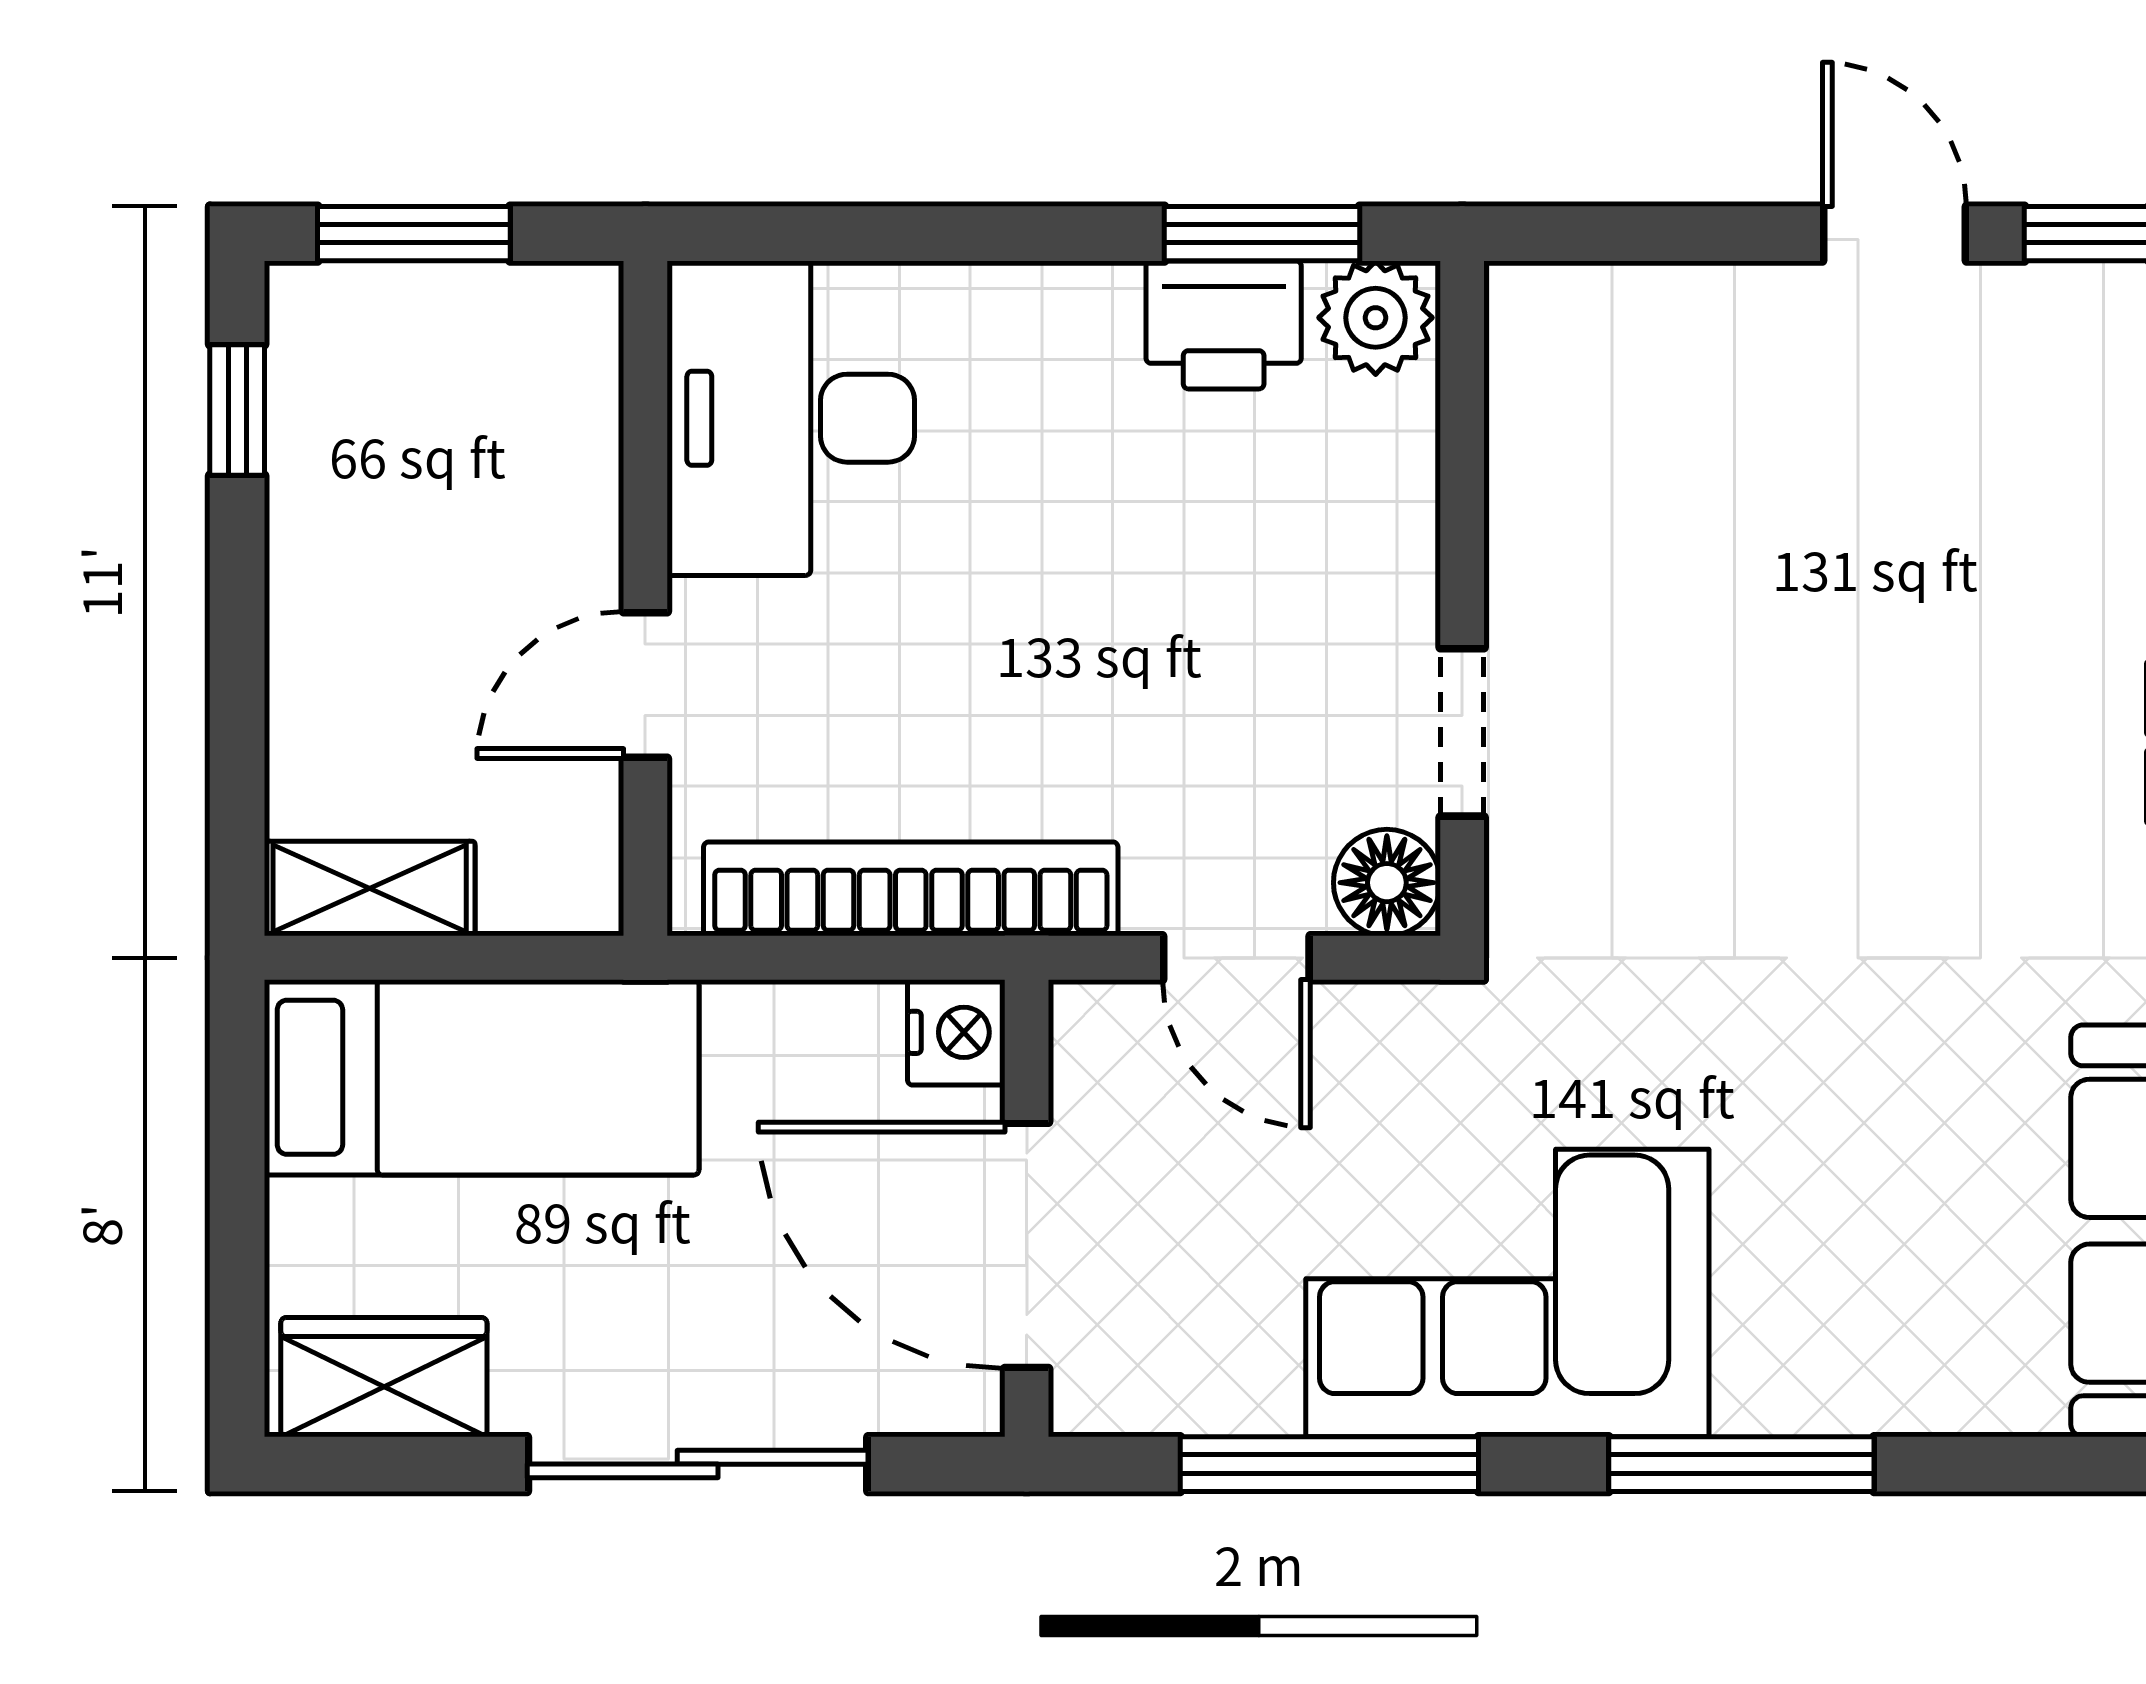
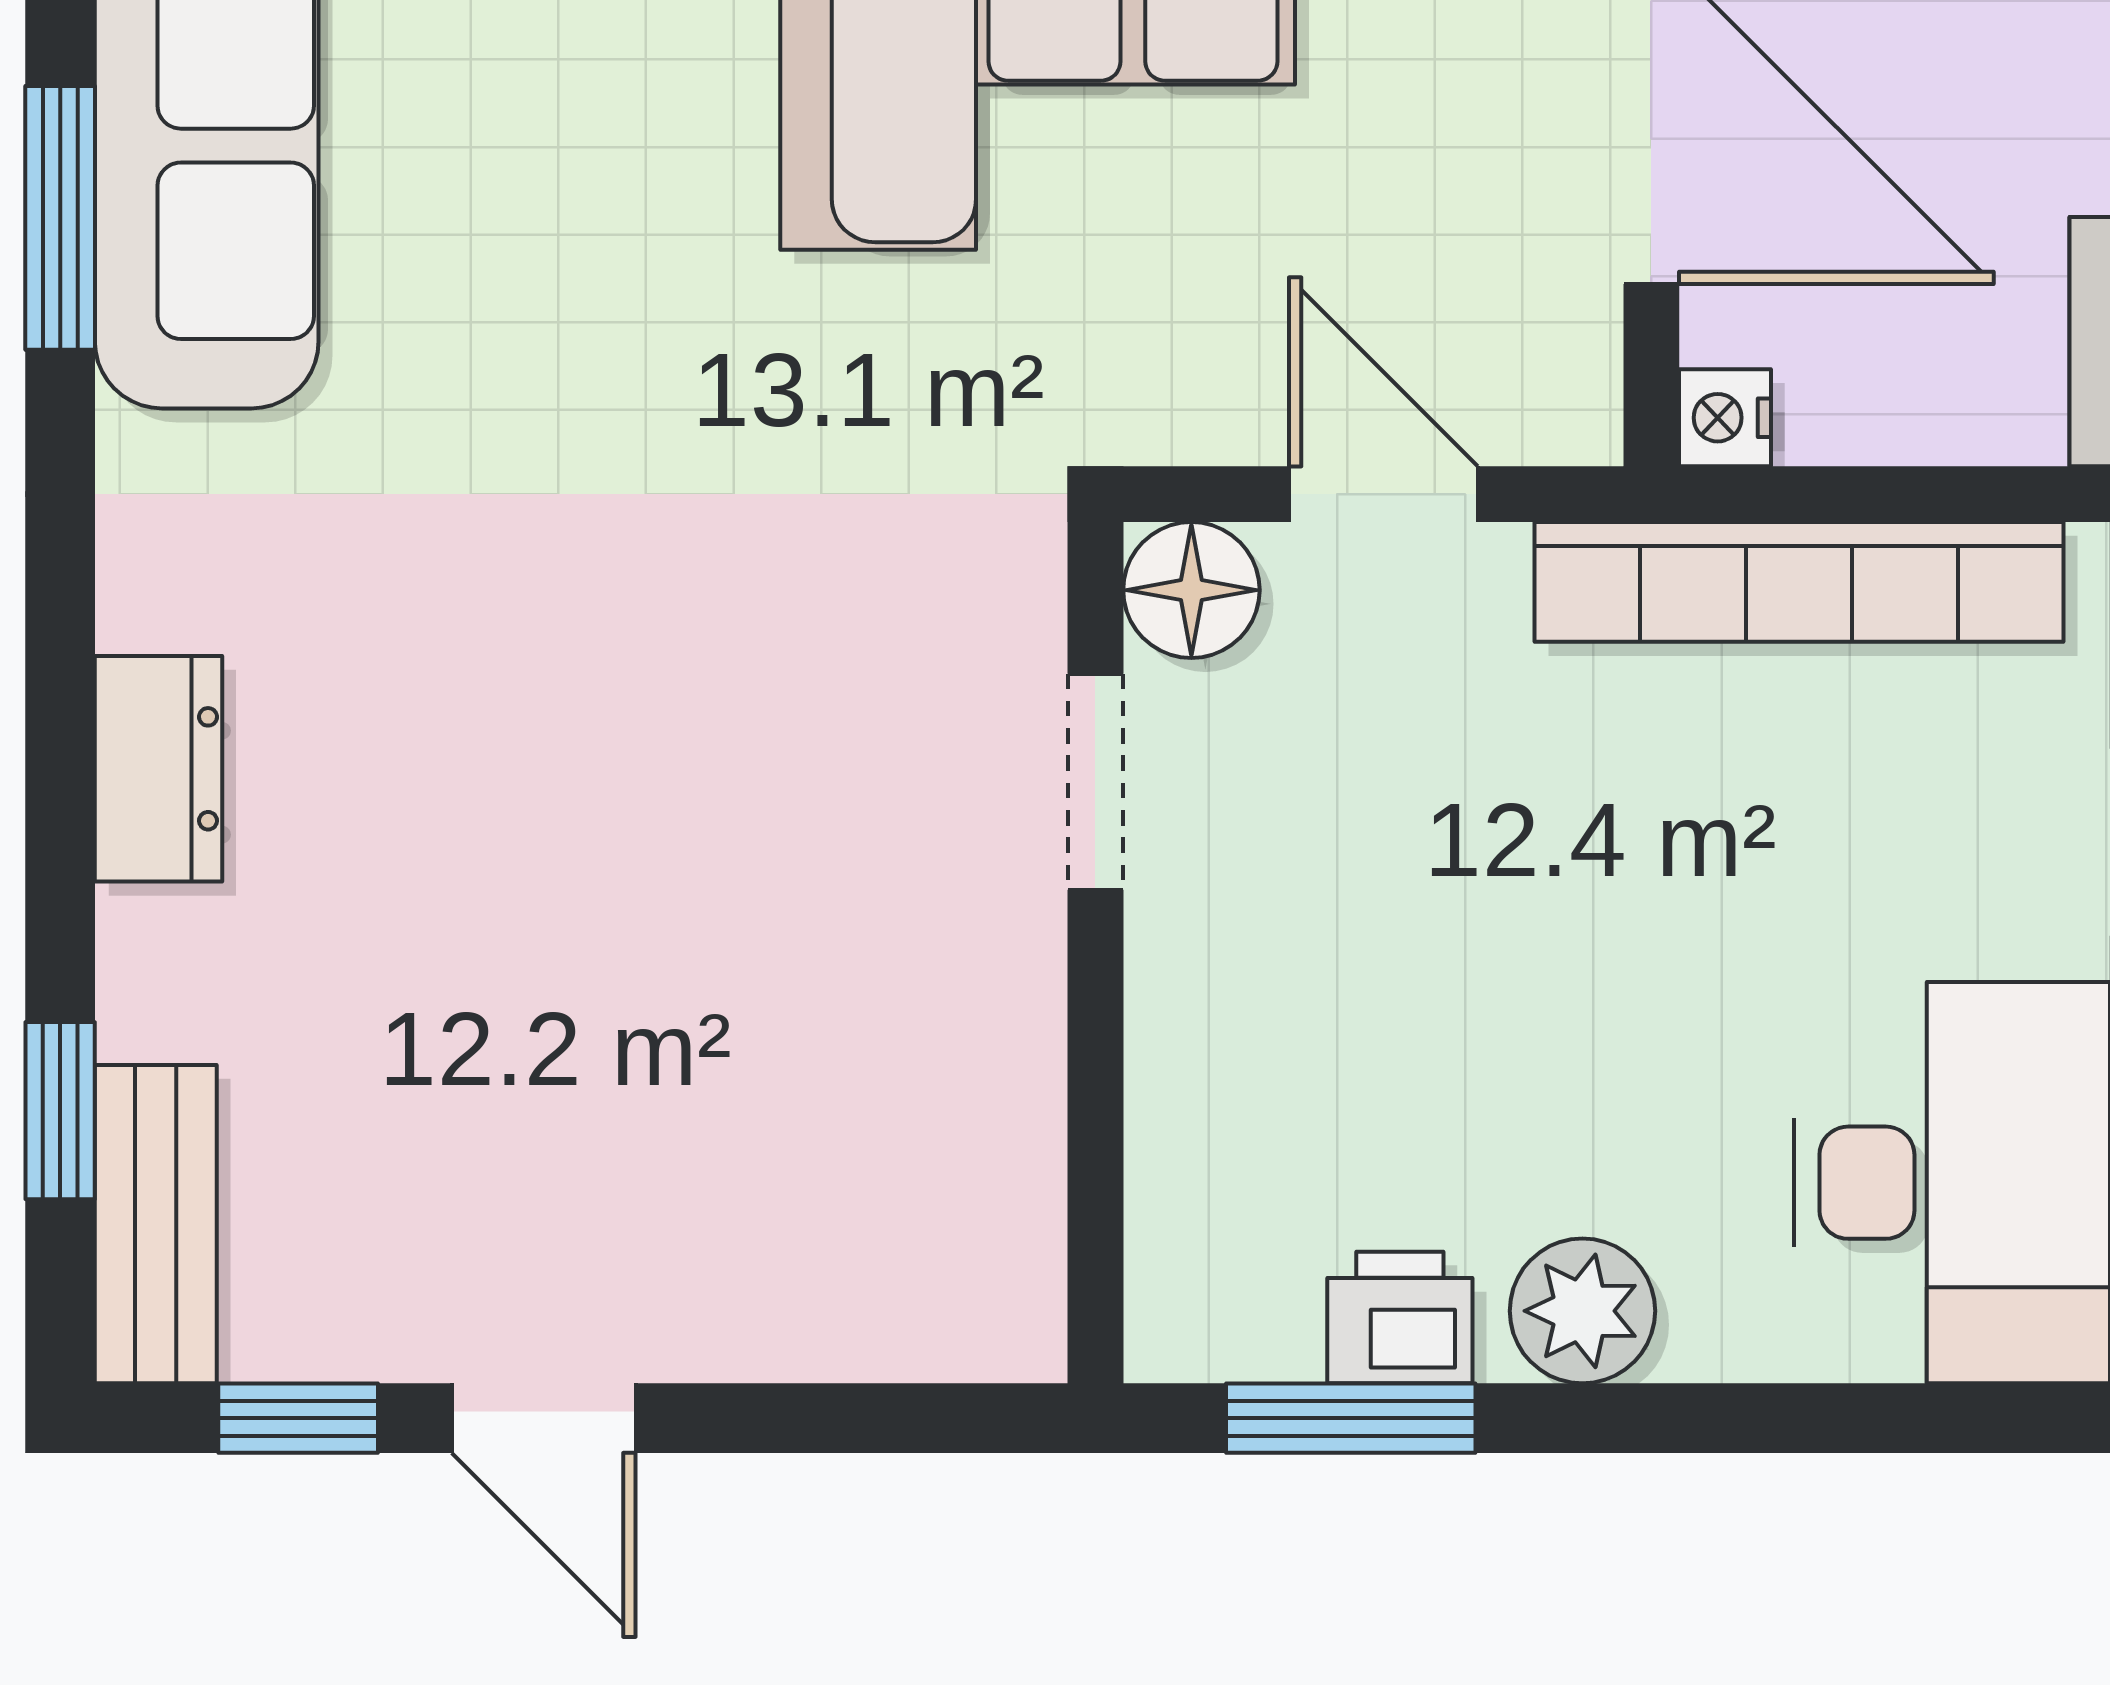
plant: (1376, 318) -> (1582, 1311), moved
printer: (1224, 325) -> (1400, 1317), width x0.73, depth x0.81
nightstand: (956, 1032) -> (1725, 418), width x0.72, depth x0.74

